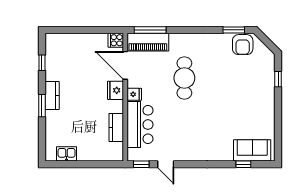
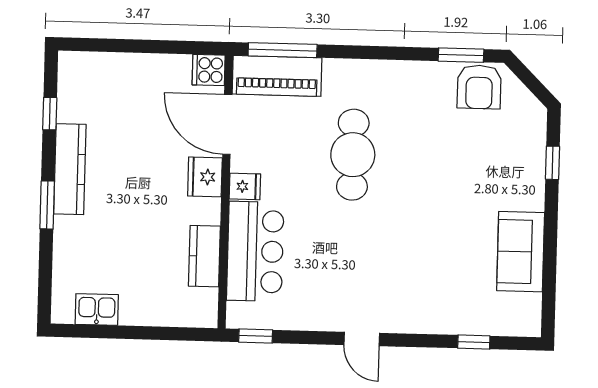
kitchen counter: (52, 96) -> (70, 169), width x1.50
sofa: (252, 150) -> (521, 252), moved, turned -90
door: (166, 164) -> (362, 339), moved

